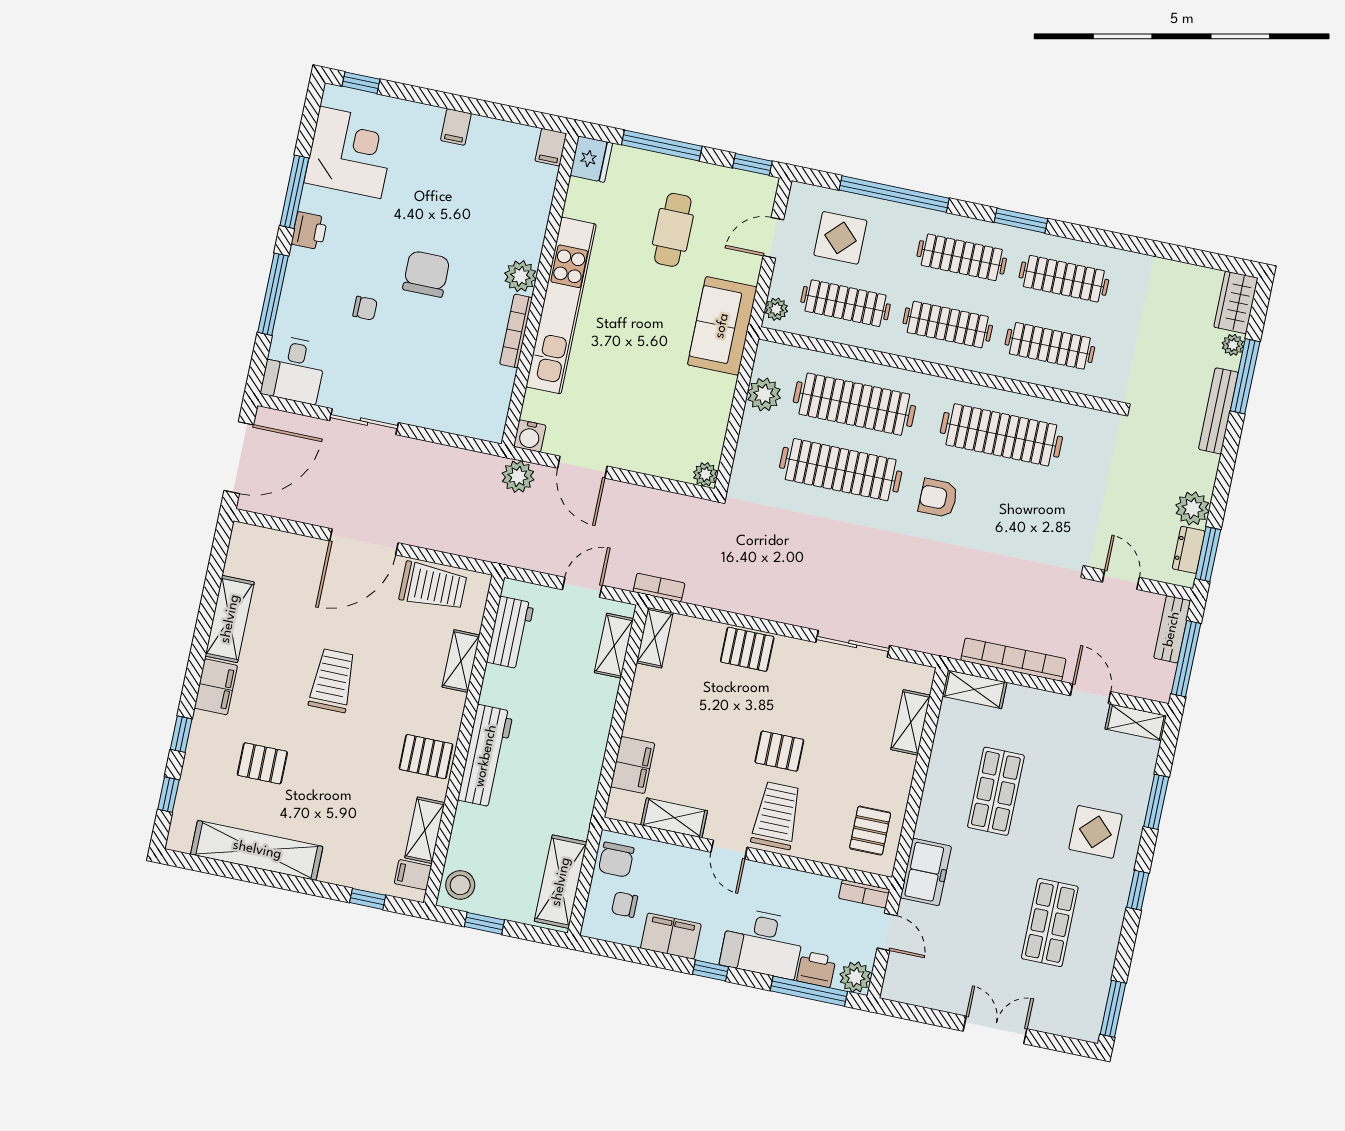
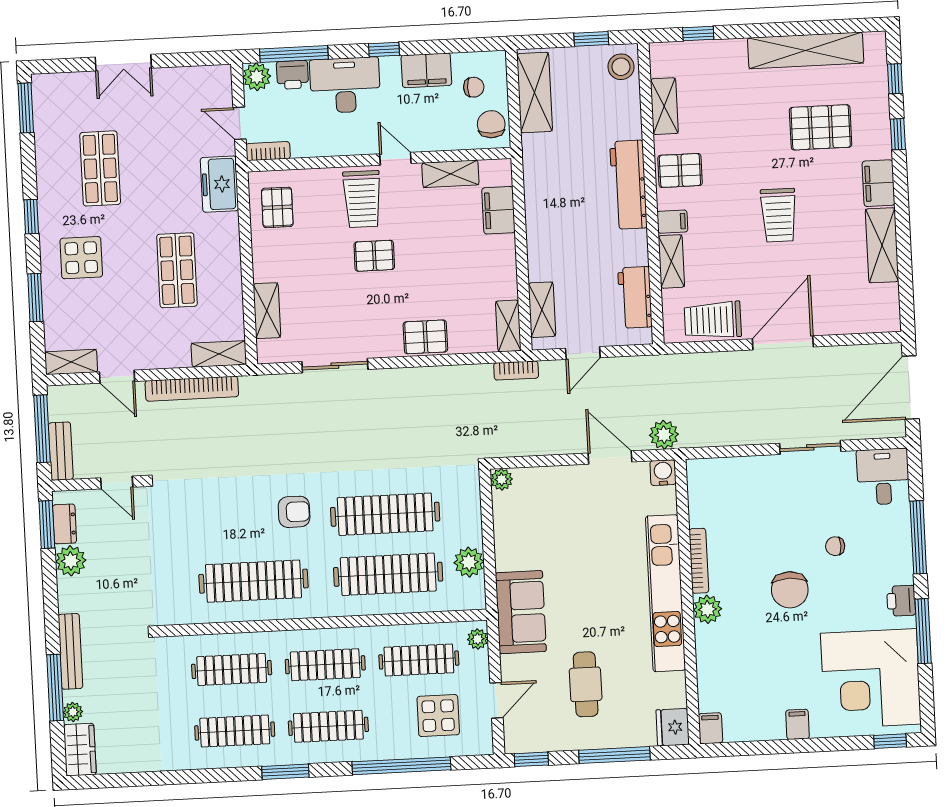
corner desk: (350, 152) -> (871, 679), width x1.36, depth x1.36
pallet: (262, 763) -> (821, 127), width x1.50, depth x1.42
filing cabinet: (413, 875) -> (672, 222), moved

